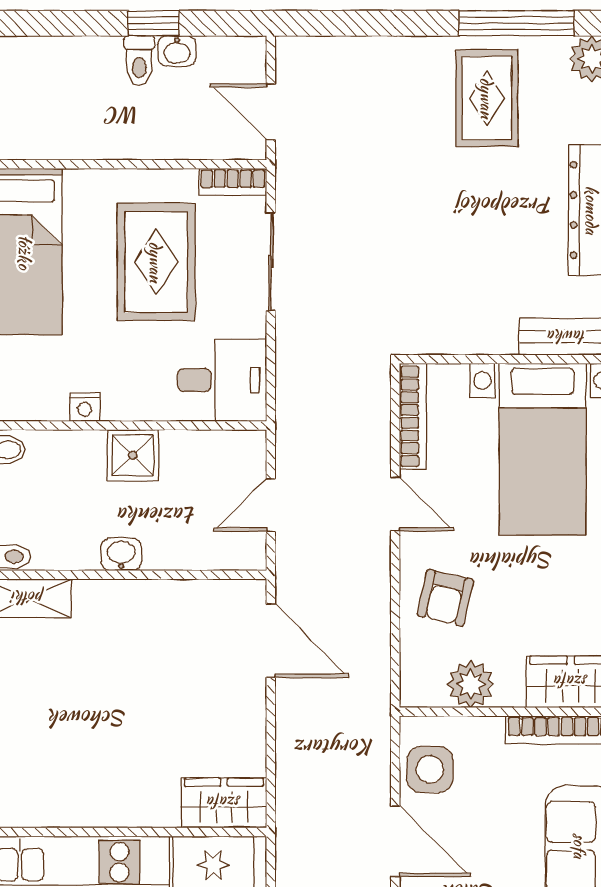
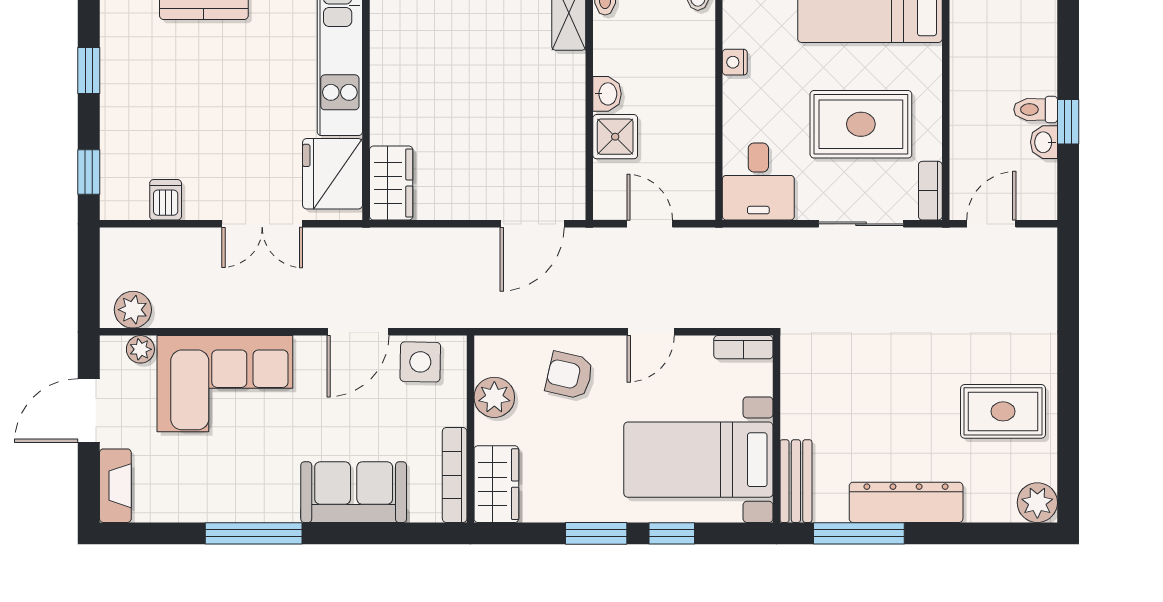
window: (516, 23) -> (1068, 437), removed
bookcase: (413, 416) -> (743, 347), width x0.64
shower: (133, 455) -> (615, 137), moved

